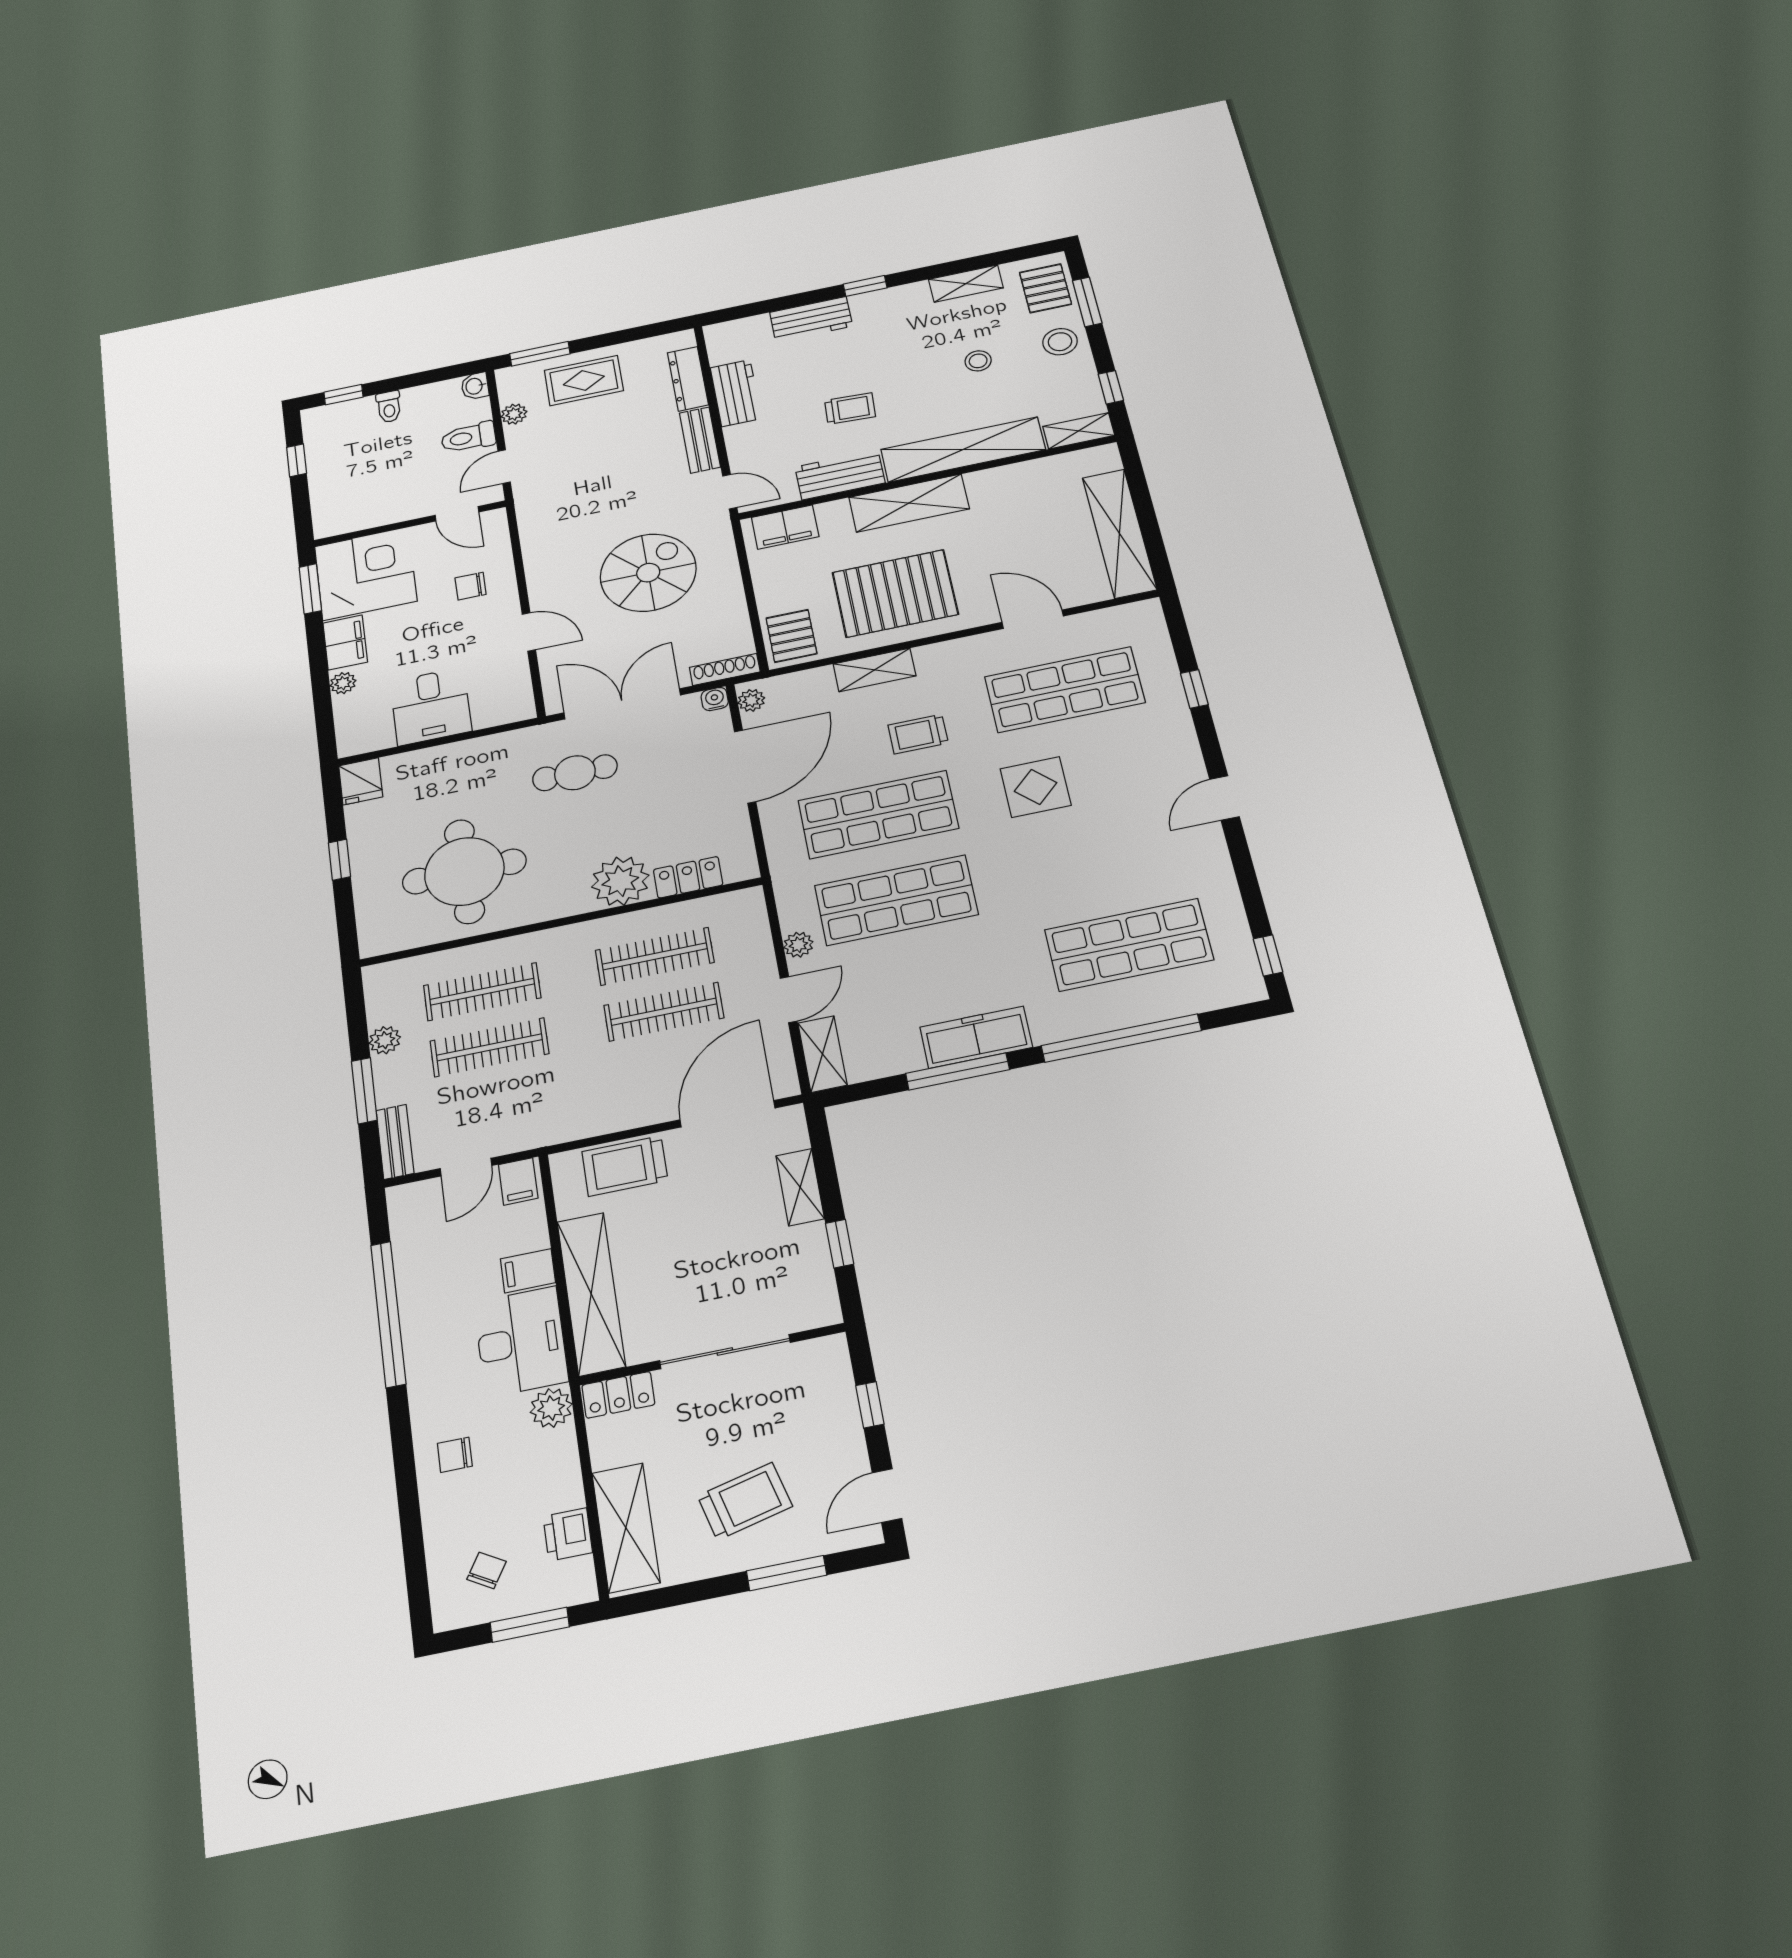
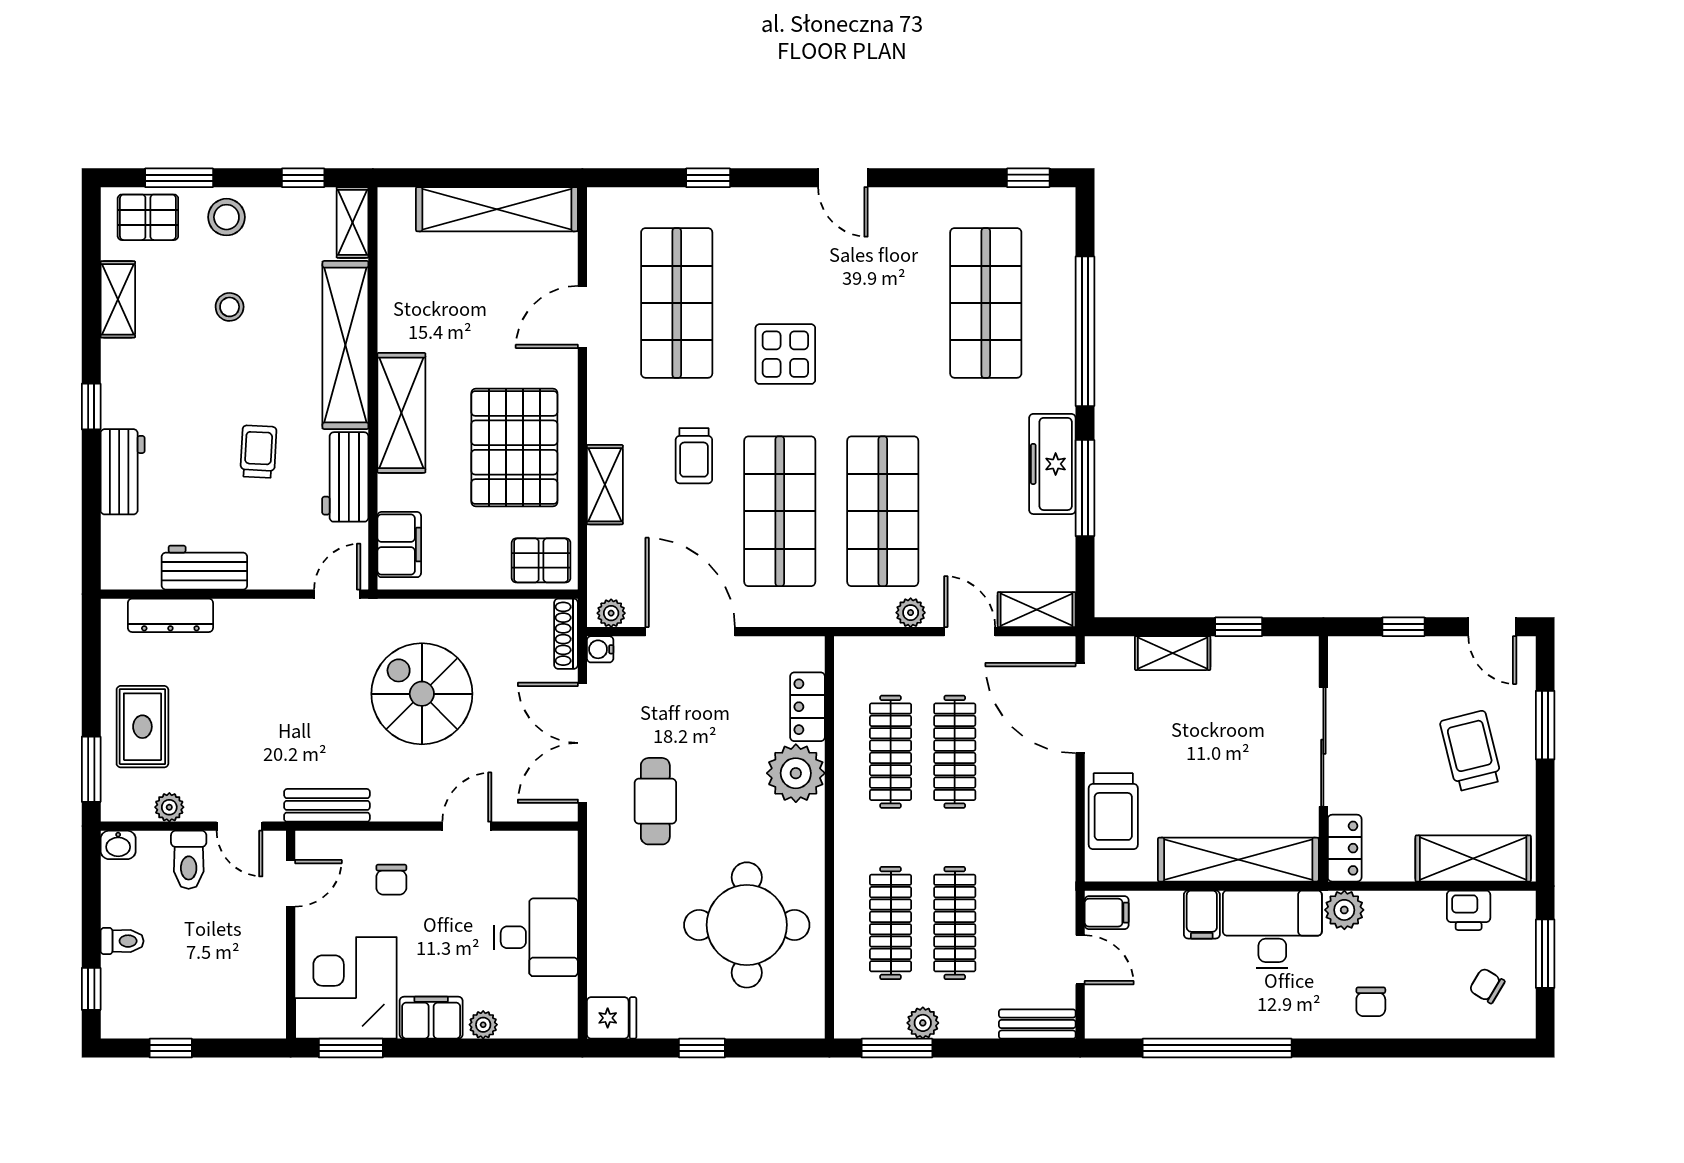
bench: (700, 440) -> (327, 805), moved
window: (364, 1091) -> (897, 1048), moved

